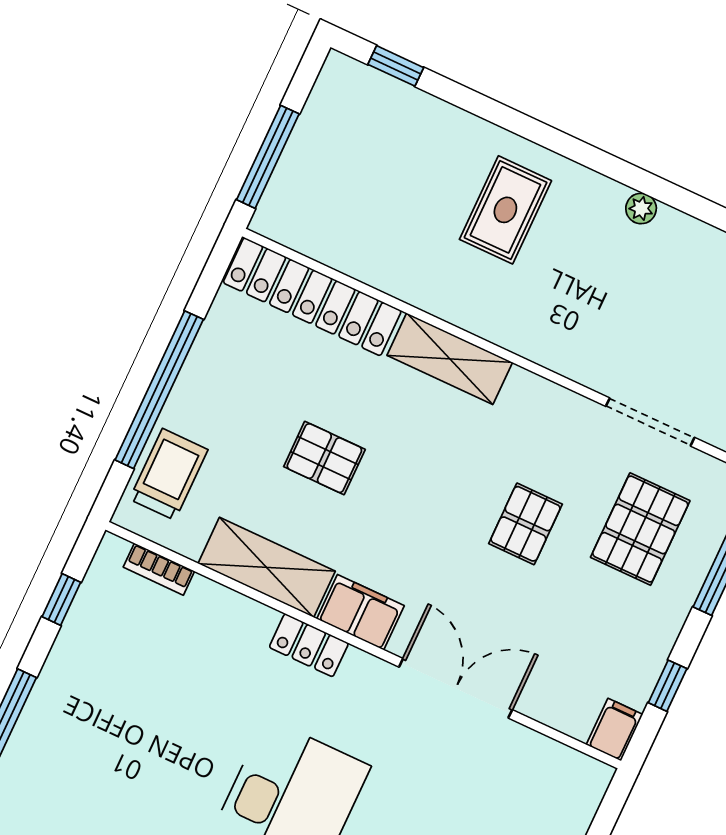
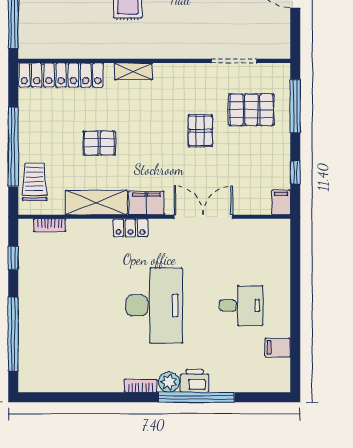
shelving: (450, 359) -> (134, 71), width x0.67, depth x0.75
pallet: (640, 529) -> (251, 110), turned 90

